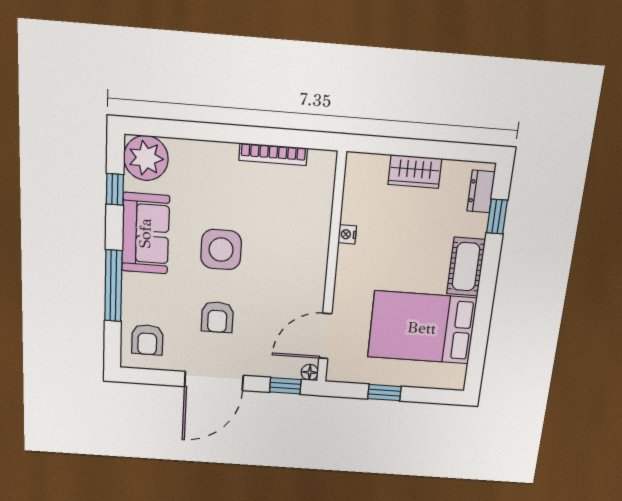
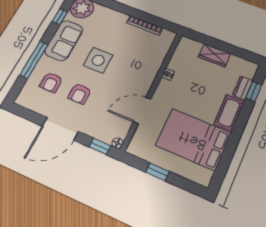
dresser: (481, 191) -> (243, 88), moved
door: (325, 336) -> (142, 111), moved
armchair: (147, 340) -> (51, 82), moved

